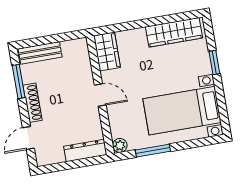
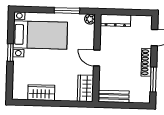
wardrobe: (174, 32) -> (41, 93), width x0.67
bench: (40, 53) -> (114, 96), moved
window: (214, 63) -> (10, 53), moved

